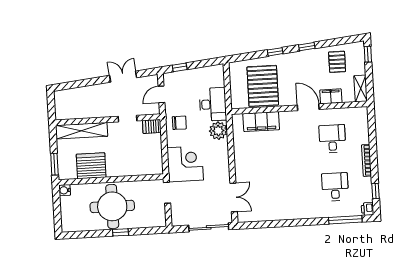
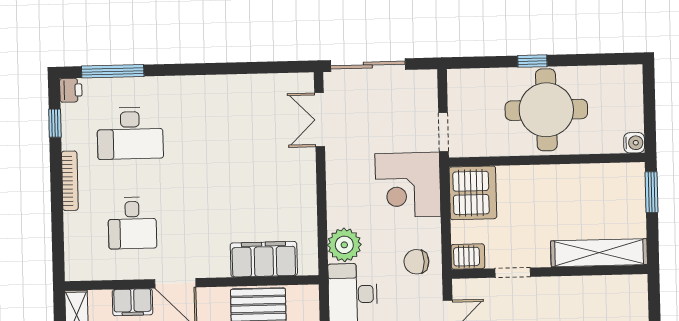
server rack: (91, 166) -> (473, 193), moved, turned -90
desk: (335, 187) -> (130, 133), width x1.37

